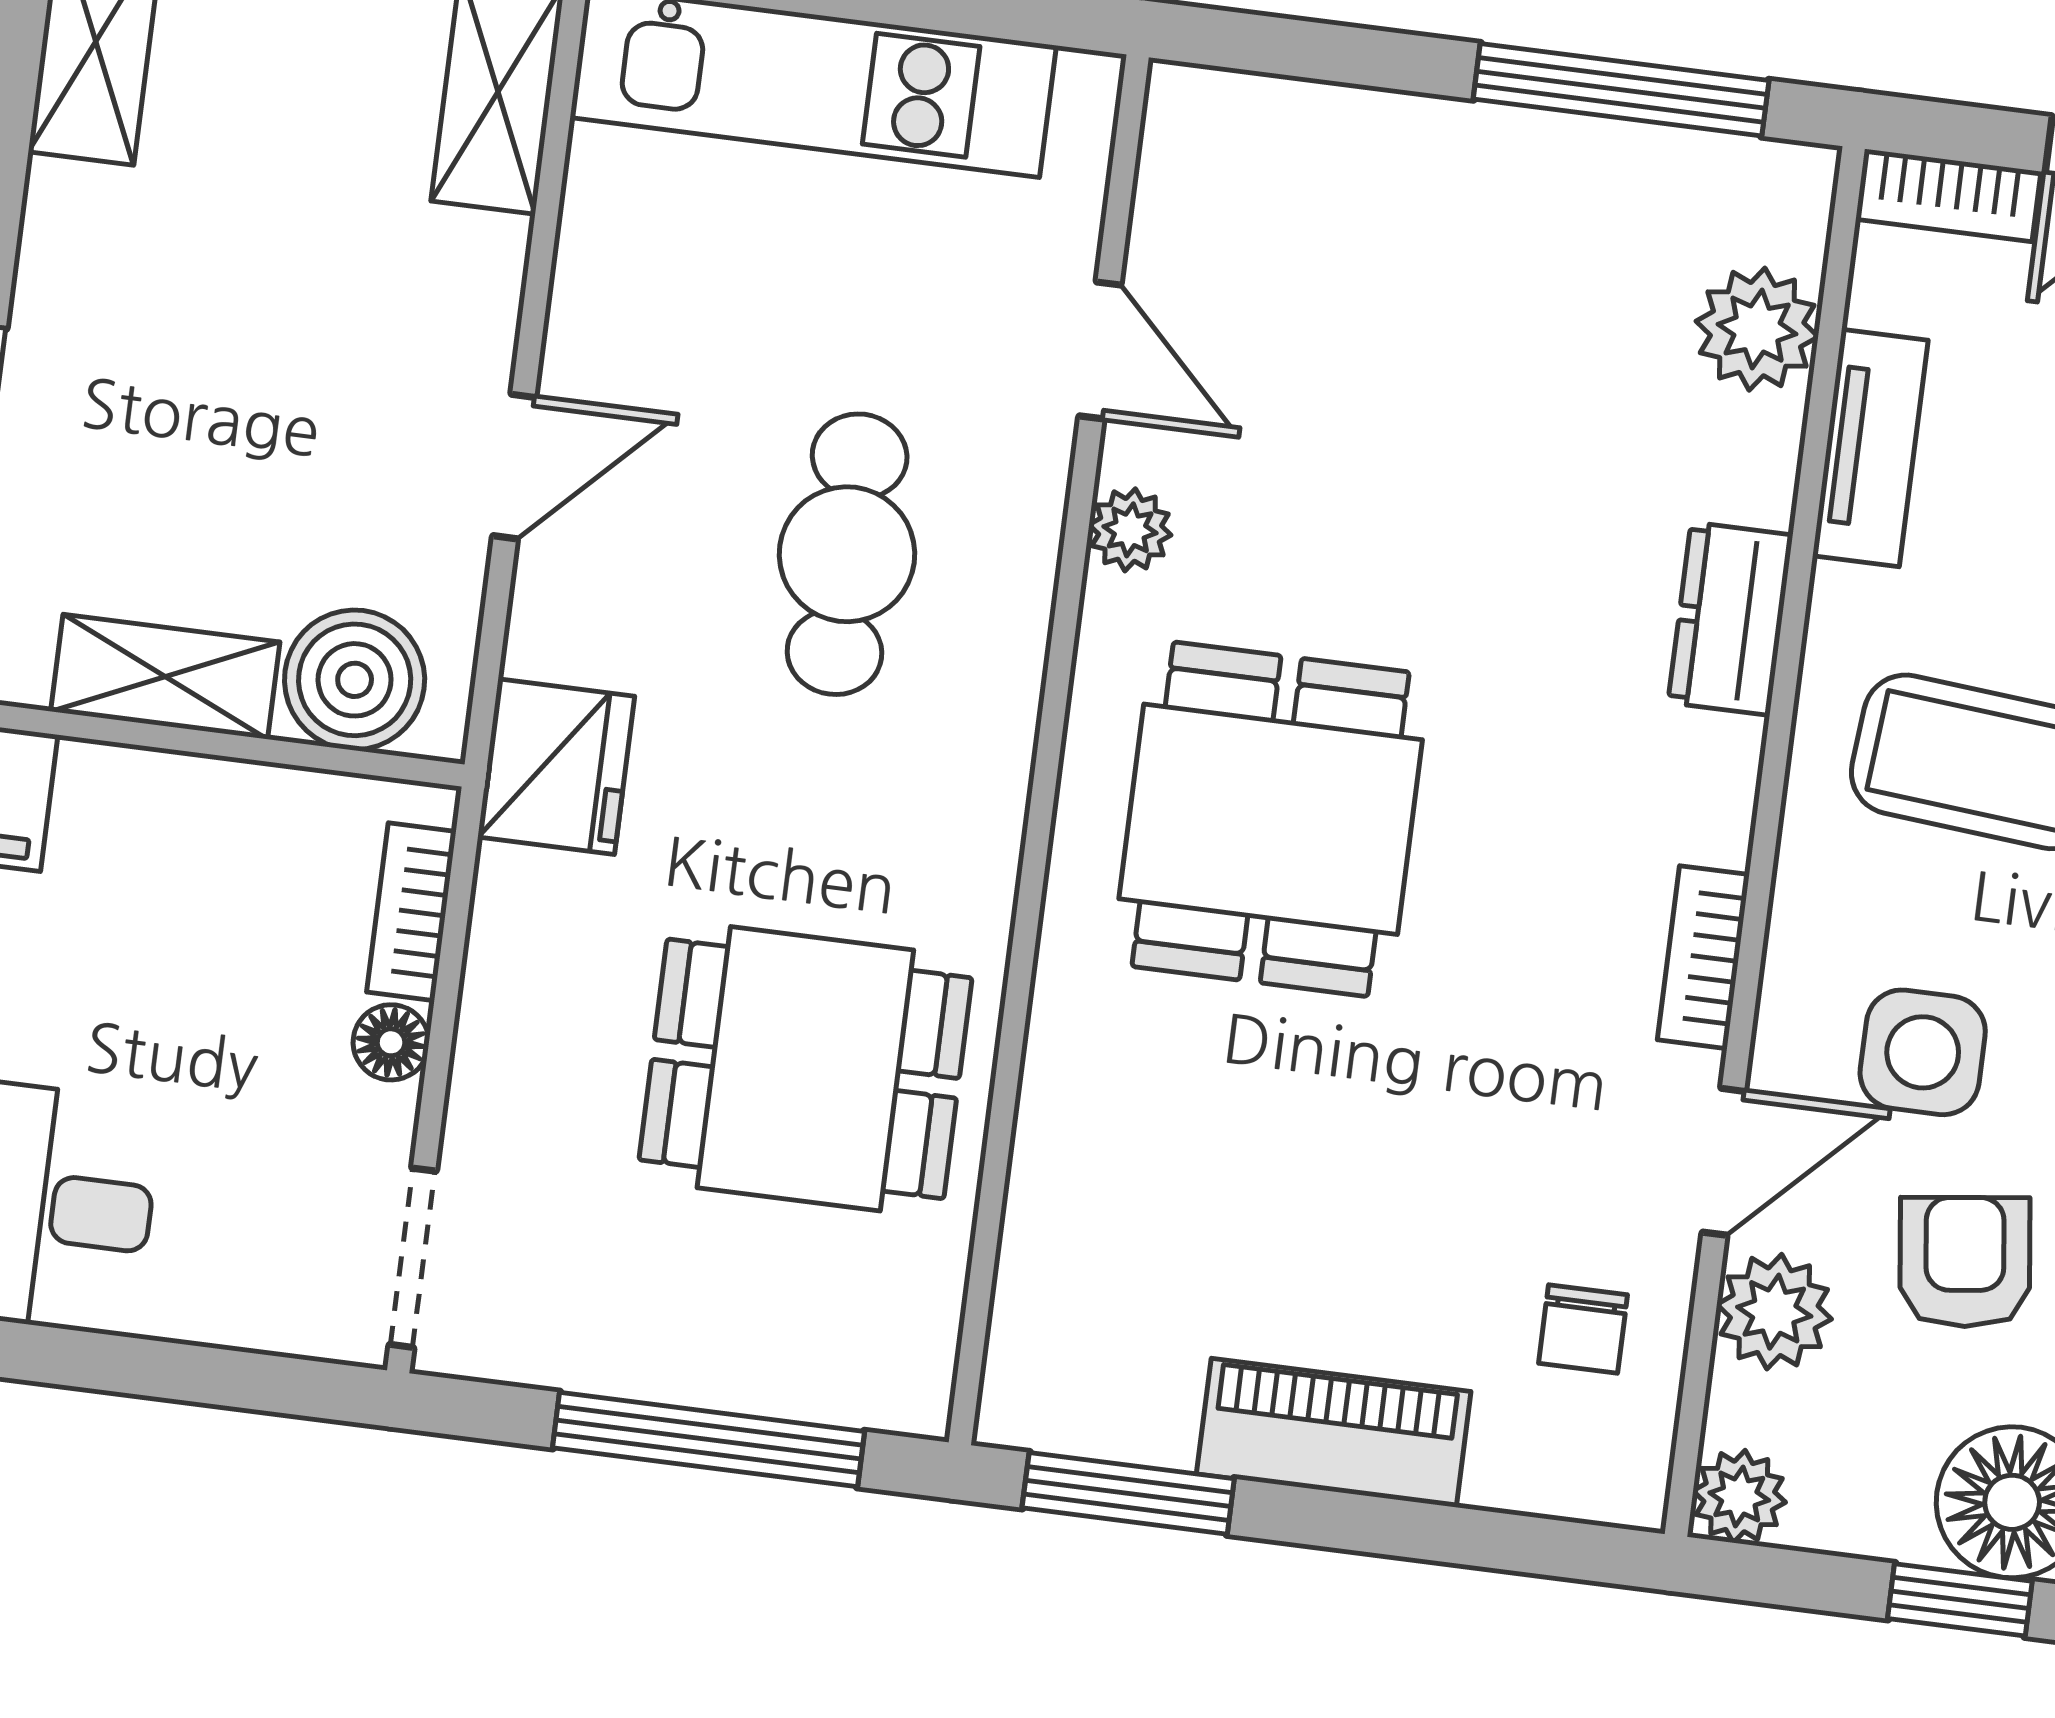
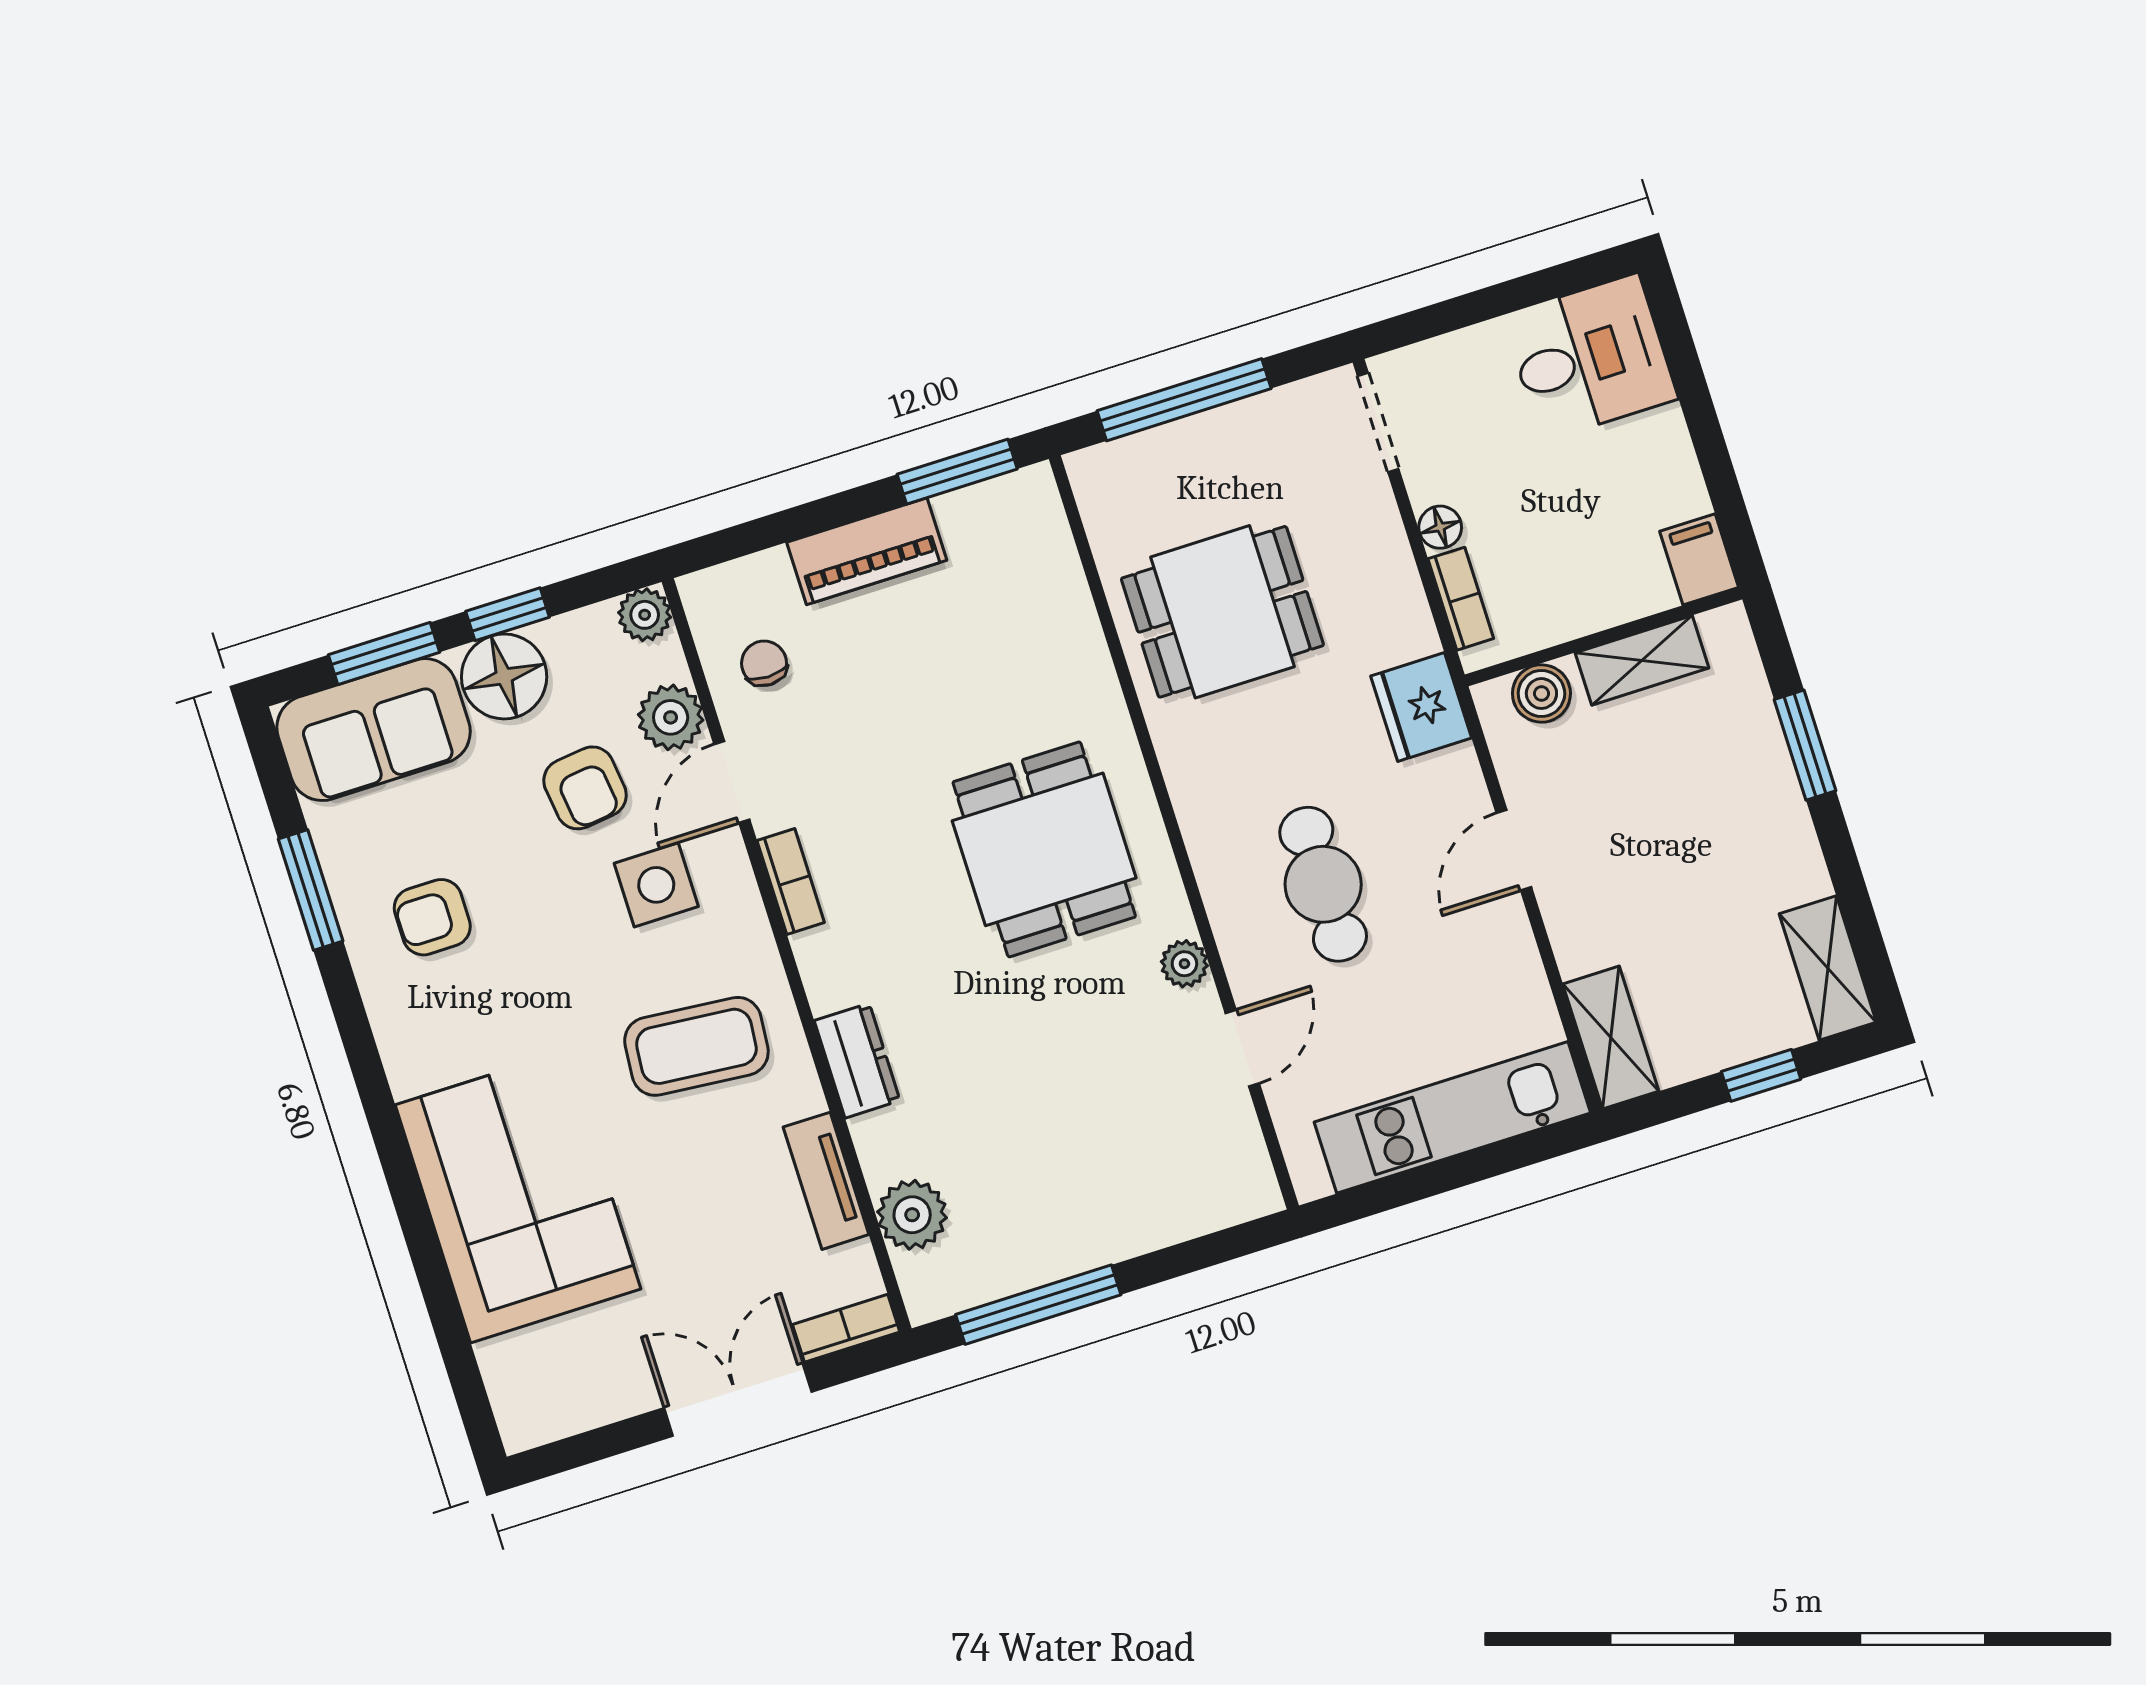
door: (1100, 350) -> (1242, 1048), swing flipped
boiler: (355, 680) -> (1541, 694), width x0.73, depth x0.73

